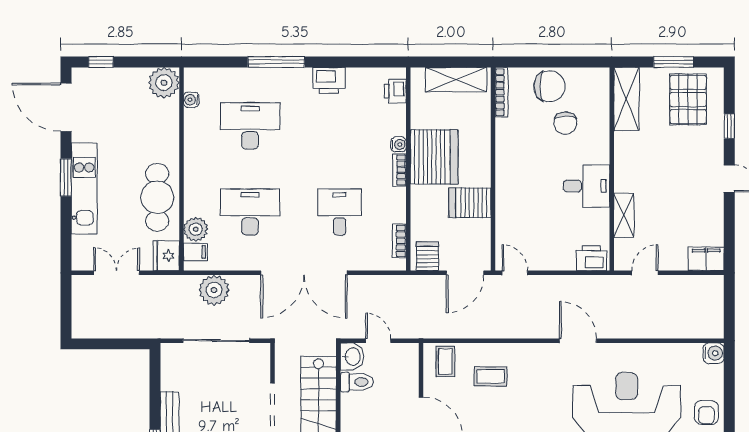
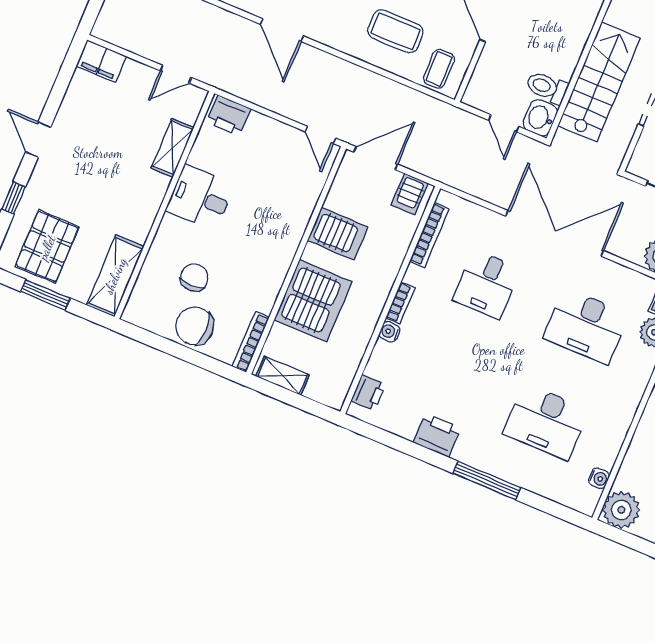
shelving: (456, 79) -> (282, 376), width x0.67, depth x0.75
server rack: (434, 157) -> (313, 301), moved, turned 180
bookcase: (399, 241) -> (429, 235), width x1.56
coffee table: (491, 376) -> (395, 31), width x1.36, depth x1.30

